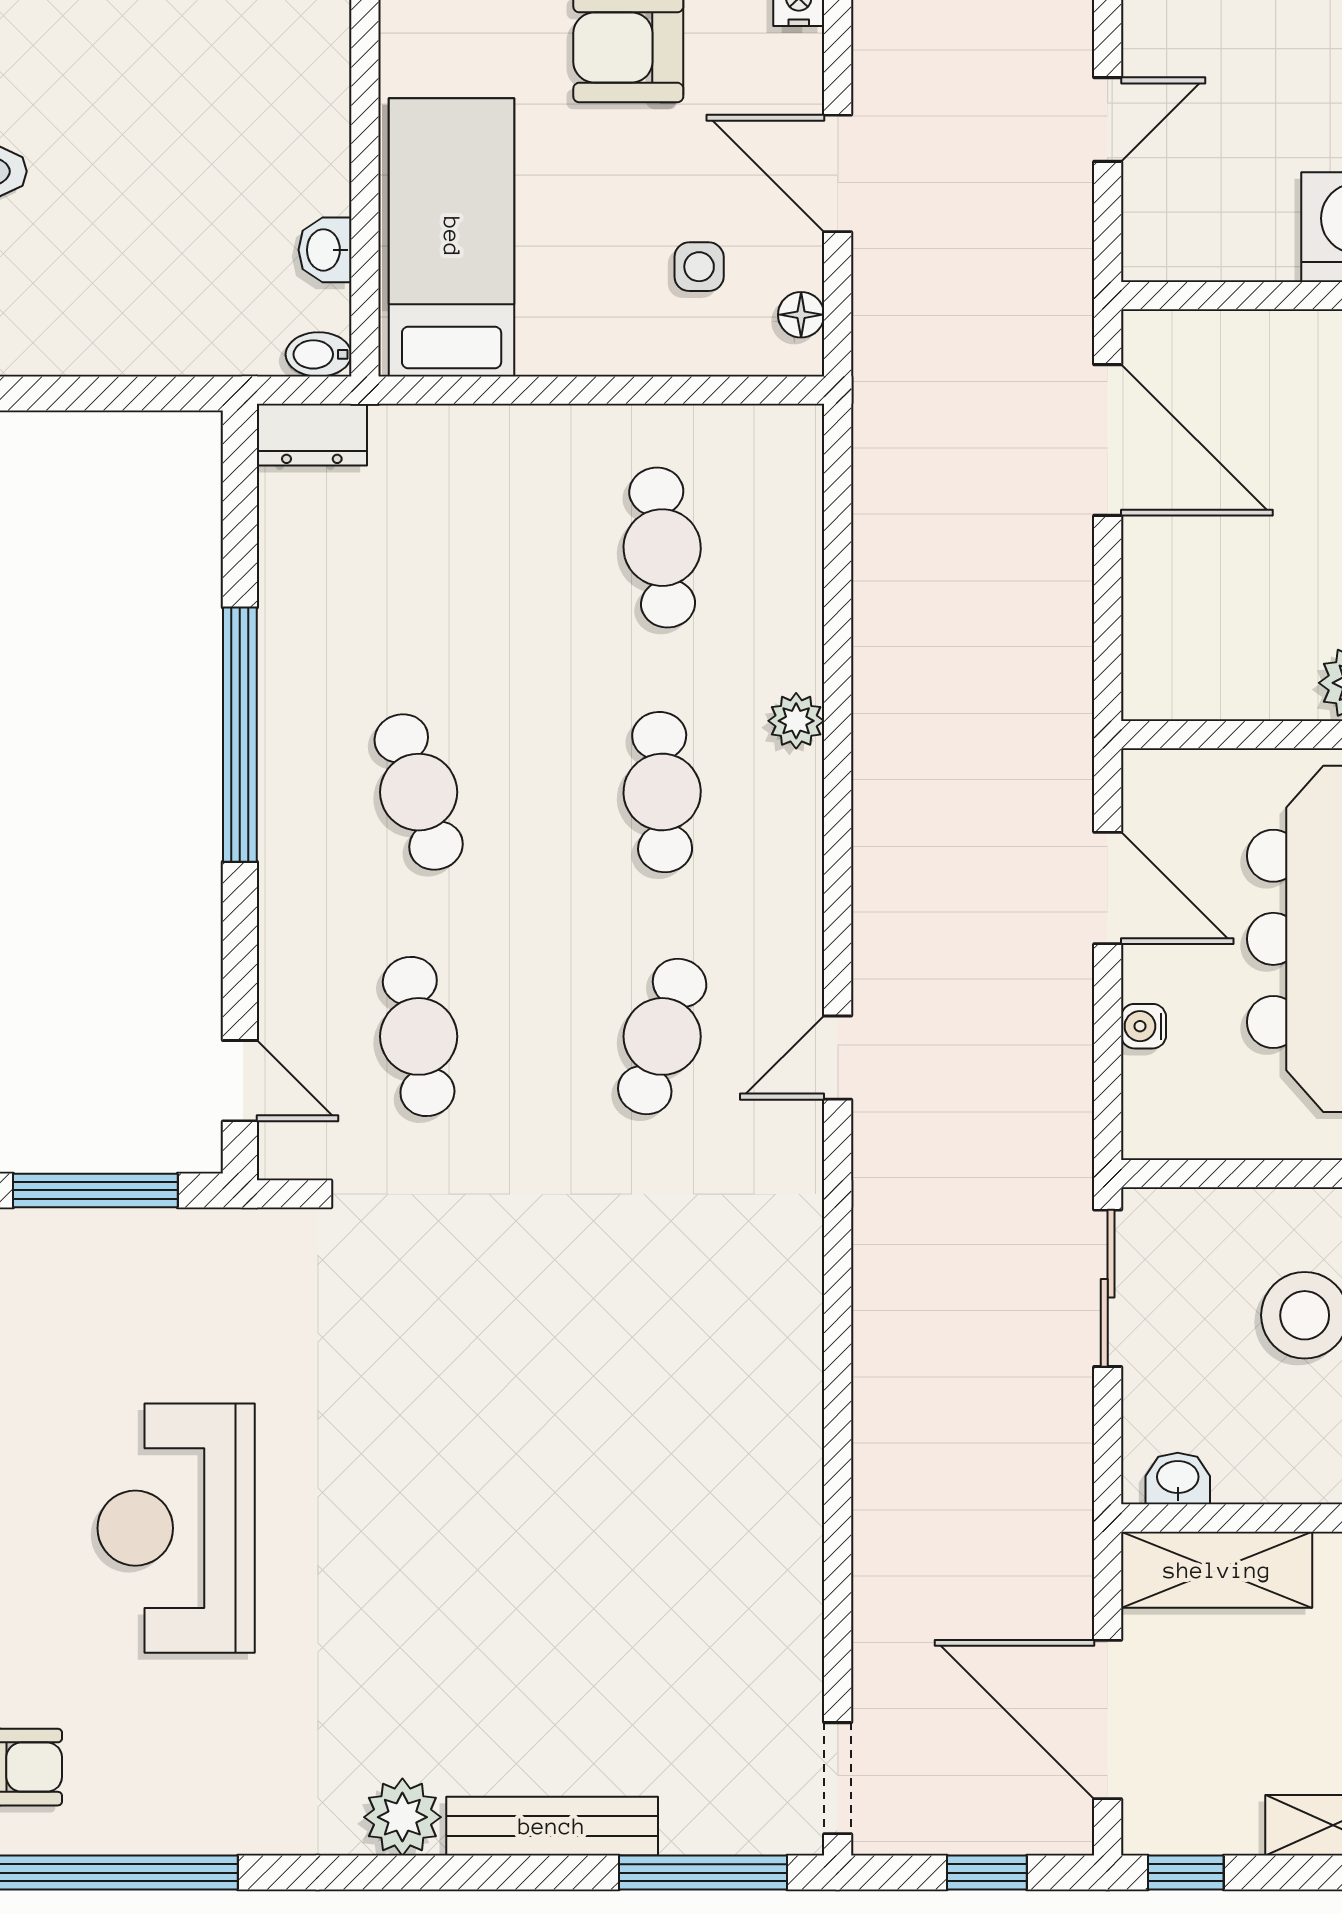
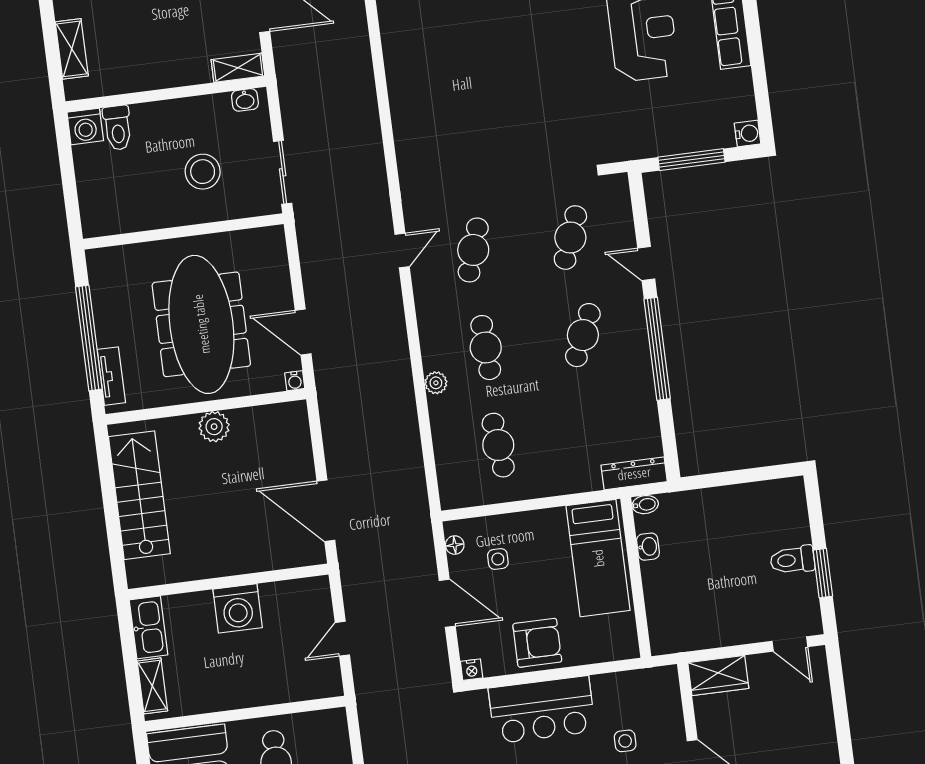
dresser: (312, 435) -> (634, 473), width x1.44
cafe table: (419, 792) -> (583, 335), turned 42
water cooler: (1144, 1026) -> (295, 381), moved, turned 90
cafe table: (419, 1036) -> (570, 238), turned 30
door: (240, 1081) -> (646, 264), moved
shelving: (1217, 1570) -> (238, 68), width x0.67, depth x0.75

